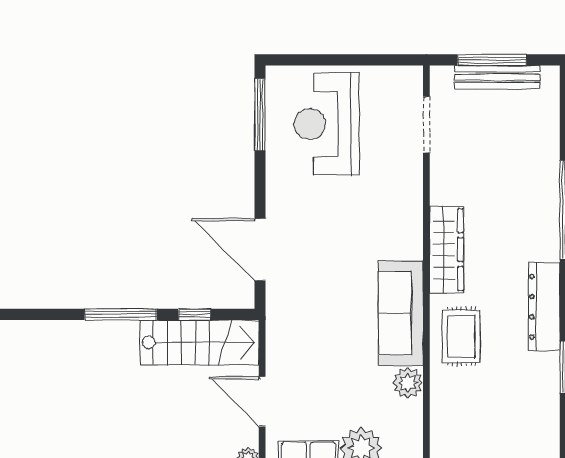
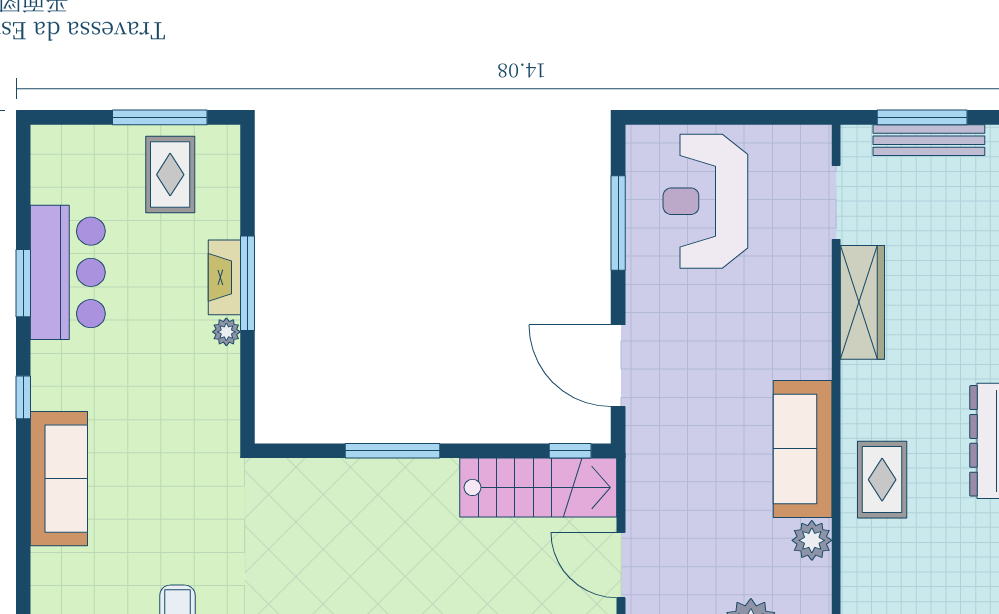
window: (260, 115) -> (618, 223), moved
wardrobe: (446, 250) -> (862, 302), moved
window: (121, 314) -> (393, 451), moved
window: (194, 314) -> (570, 451), moved

